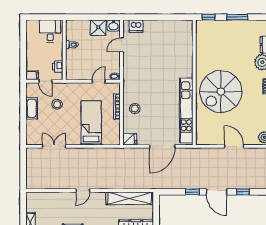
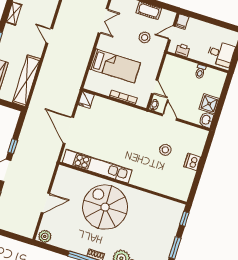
dishwasher: (136, 26) -> (192, 162), moved
door: (122, 45) -> (169, 117), moved
stool: (135, 109) -> (165, 150), moved

